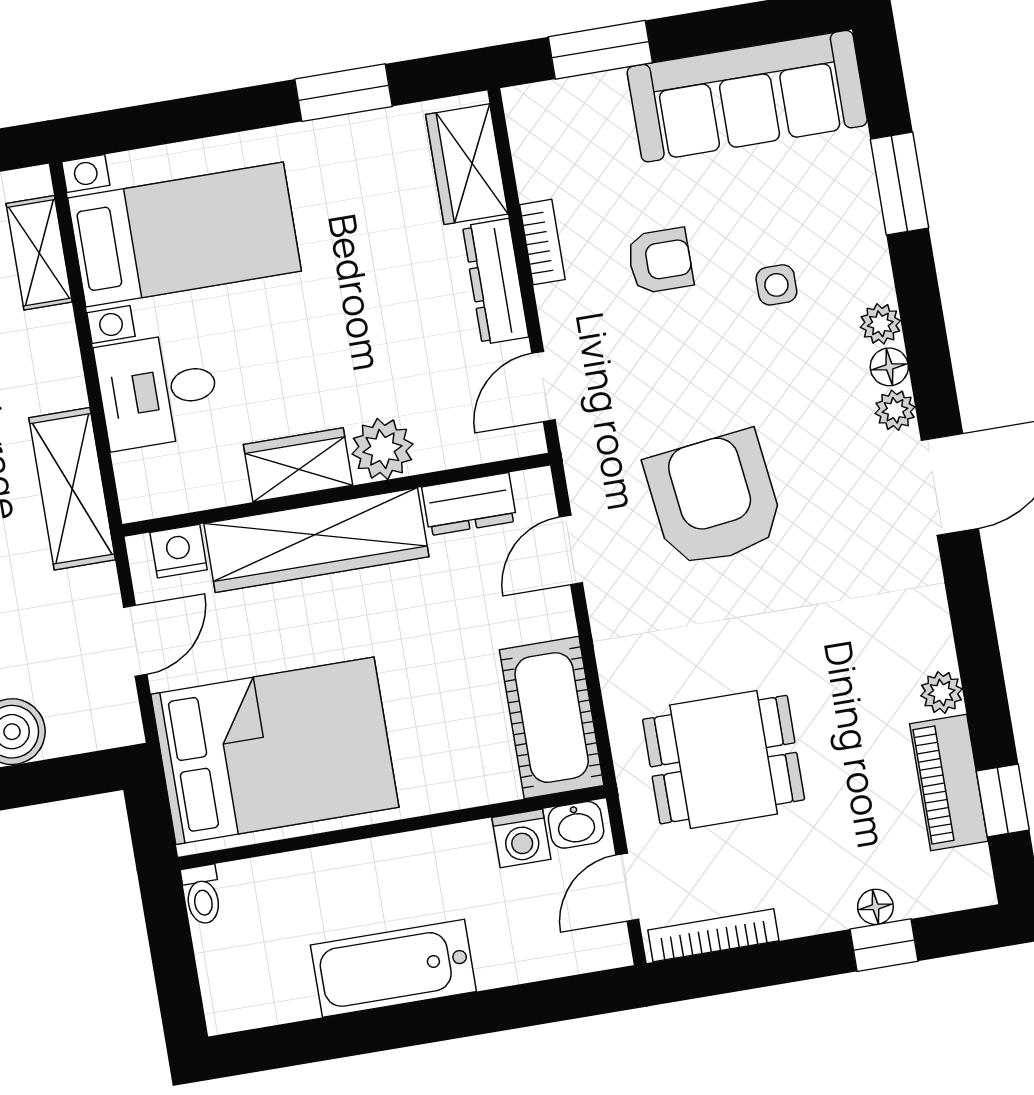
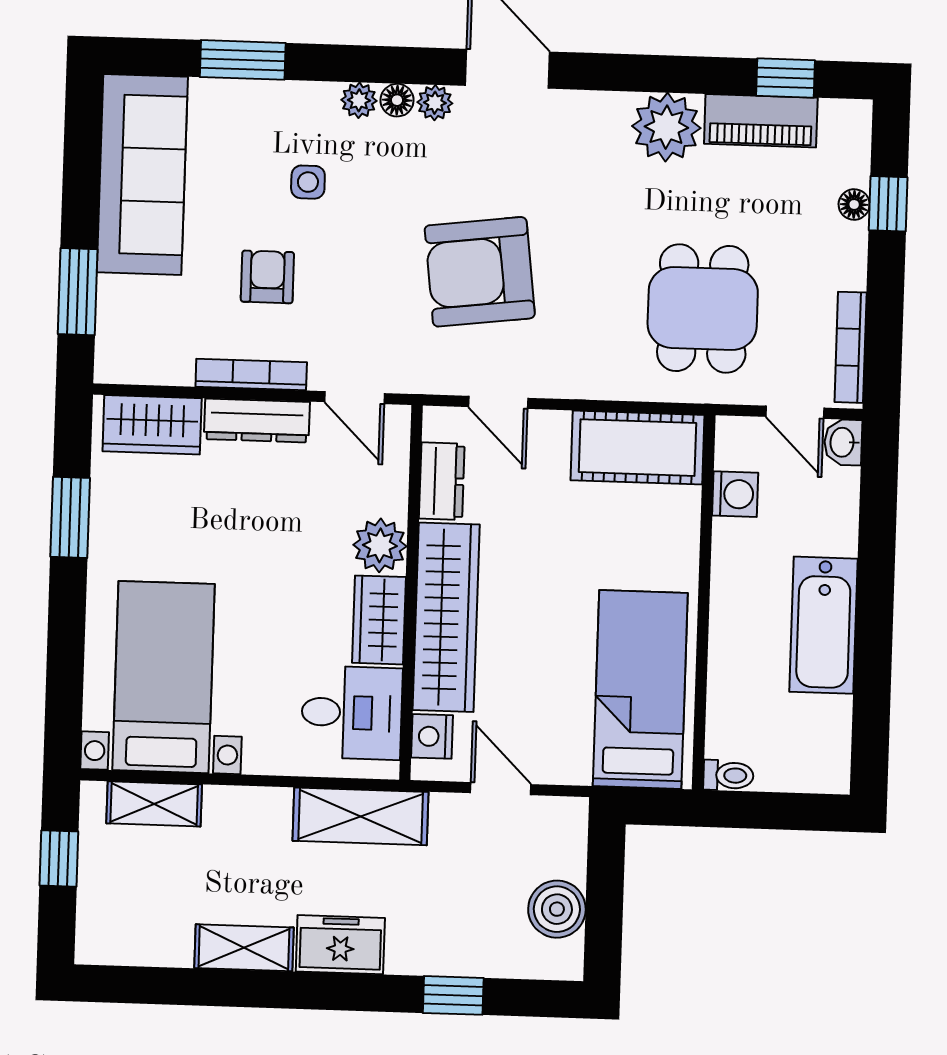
bookcase: (542, 242) -> (251, 374), width x1.56
desk: (158, 391) -> (352, 713), moved, turned -90
plant: (941, 692) -> (666, 127), width x1.87, depth x1.87
bed: (275, 751) -> (640, 689), width x0.67
washbasin: (576, 825) -> (843, 442), moved, turned 180

